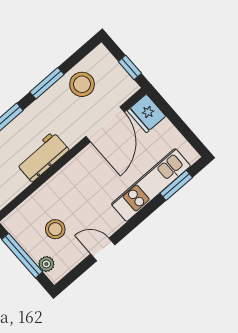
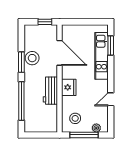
stool: (82, 84) -> (32, 58), moved
fridge: (146, 113) -> (69, 87), moved, turned -90
stool: (55, 229) -> (75, 118), moved

